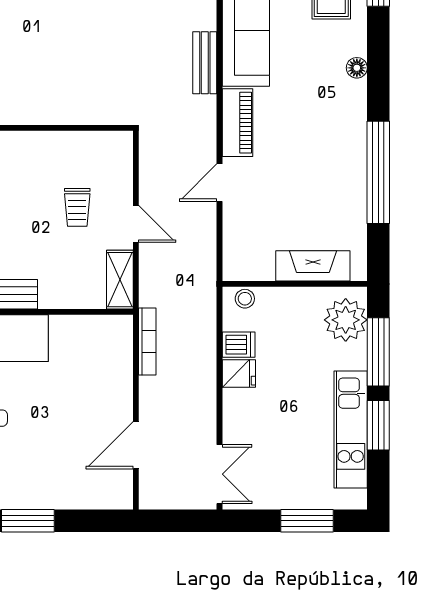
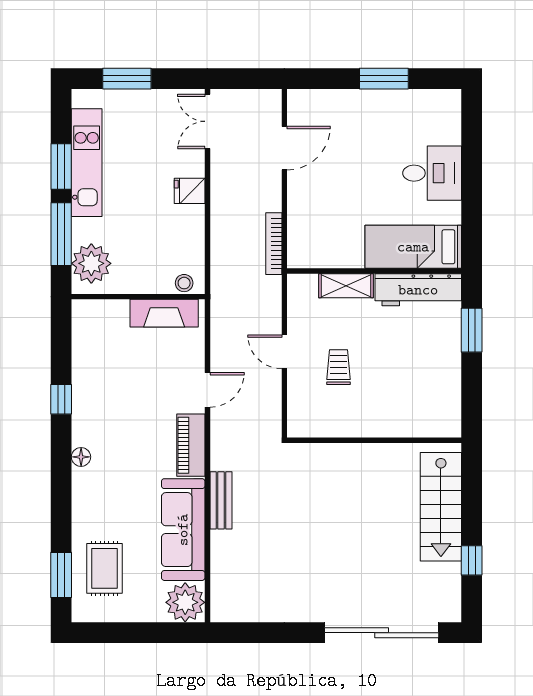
floor lamp: (357, 68) -> (81, 457), moved
window: (378, 172) -> (61, 399), width x0.32
fireplace: (313, 266) -> (164, 313), moved
shelving: (120, 280) -> (346, 286), moved, turned 90
dishwasher: (239, 345) -> (190, 241), removed
fridge: (239, 373) -> (190, 191), moved

